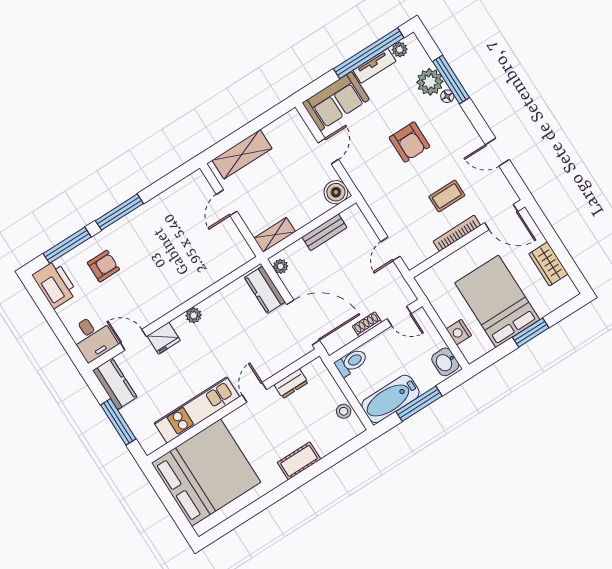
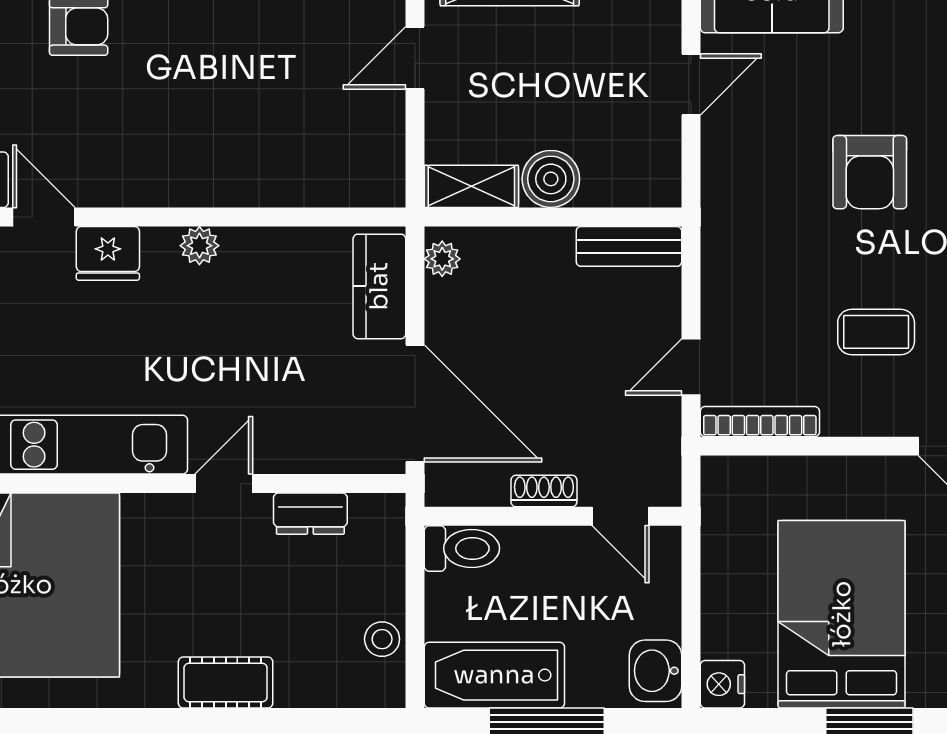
boiler: (336, 192) -> (551, 179), moved
bench: (324, 232) -> (629, 246), moved
bookcase: (457, 233) -> (760, 422), moved
nightstand: (459, 332) -> (722, 684), moved

